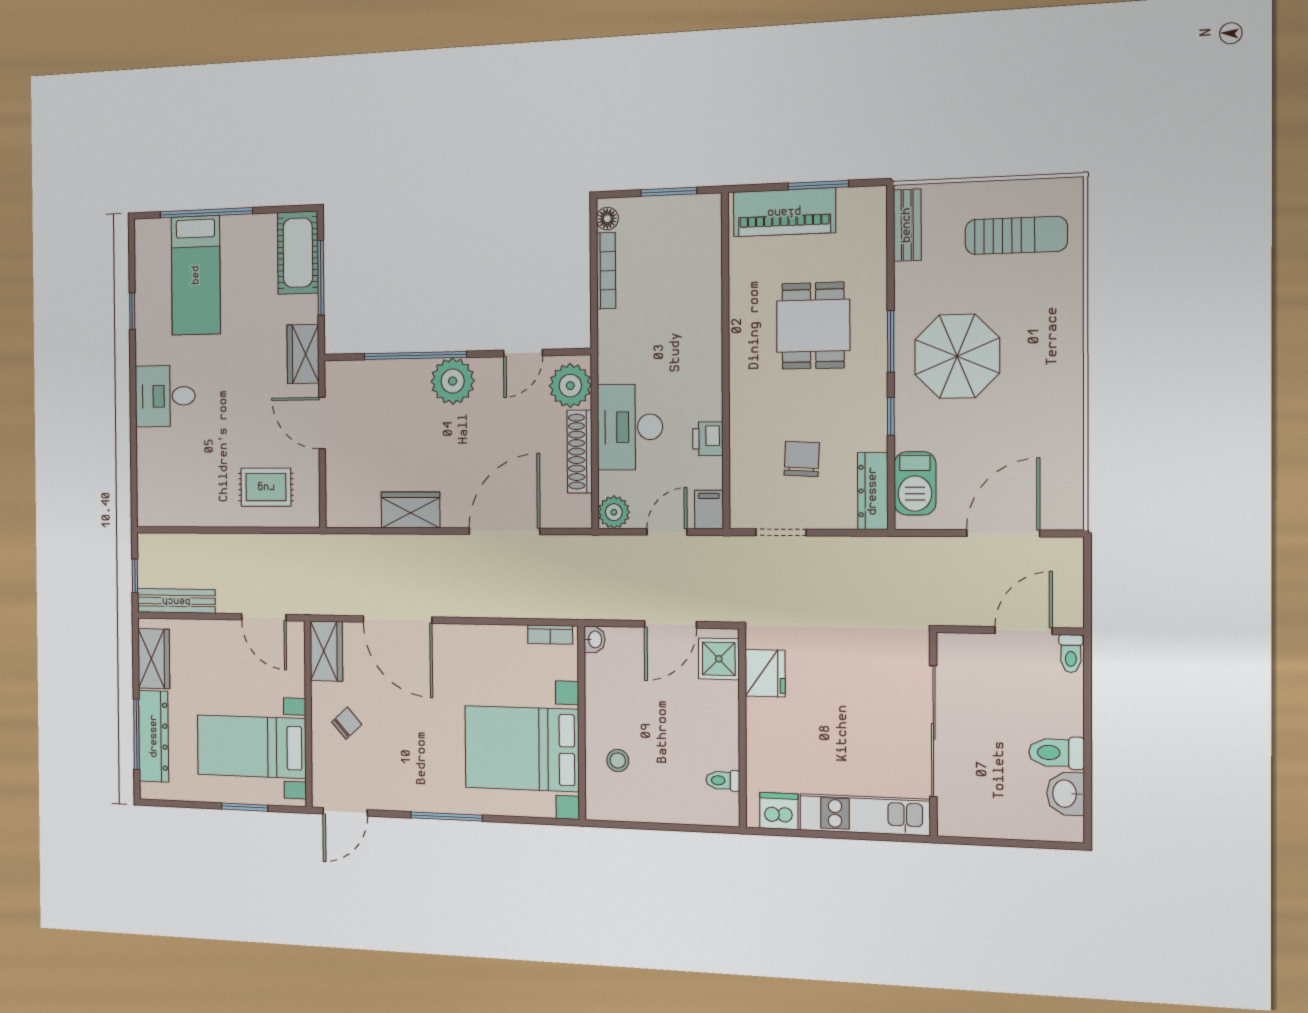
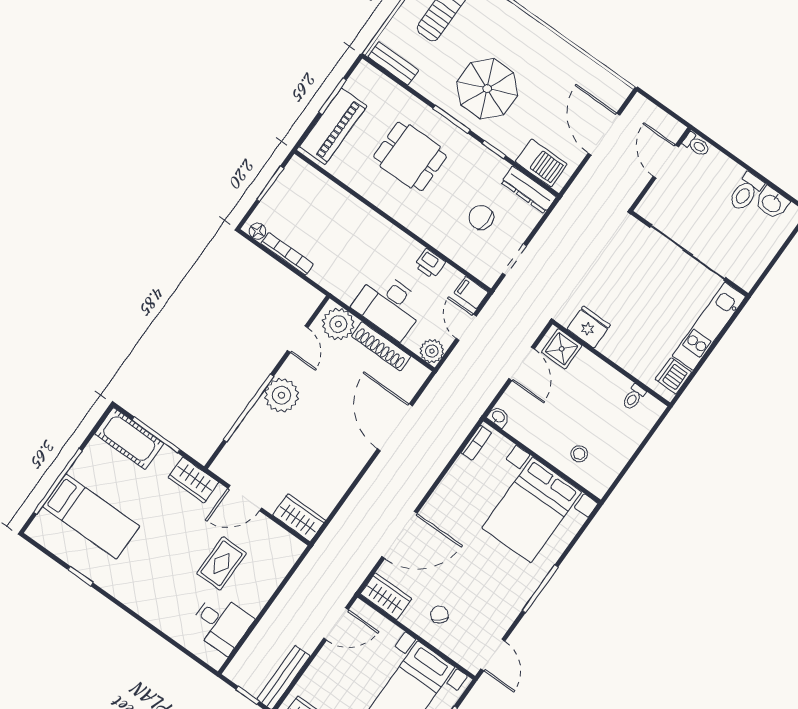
desk: (165, 396) -> (221, 623), moved, turned -90
rug: (266, 487) -> (222, 563), moved
wardrobe: (410, 510) -> (299, 518), moved, turned 90

